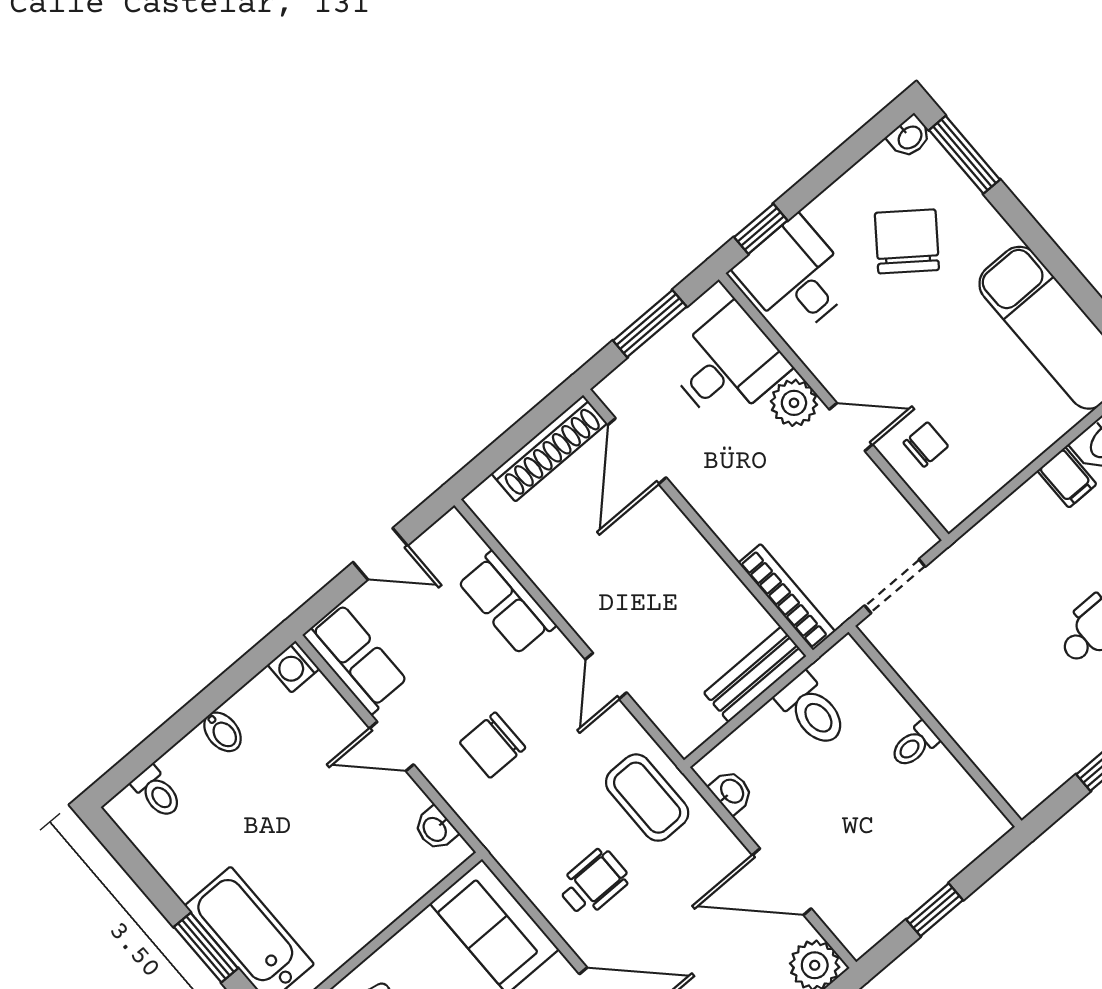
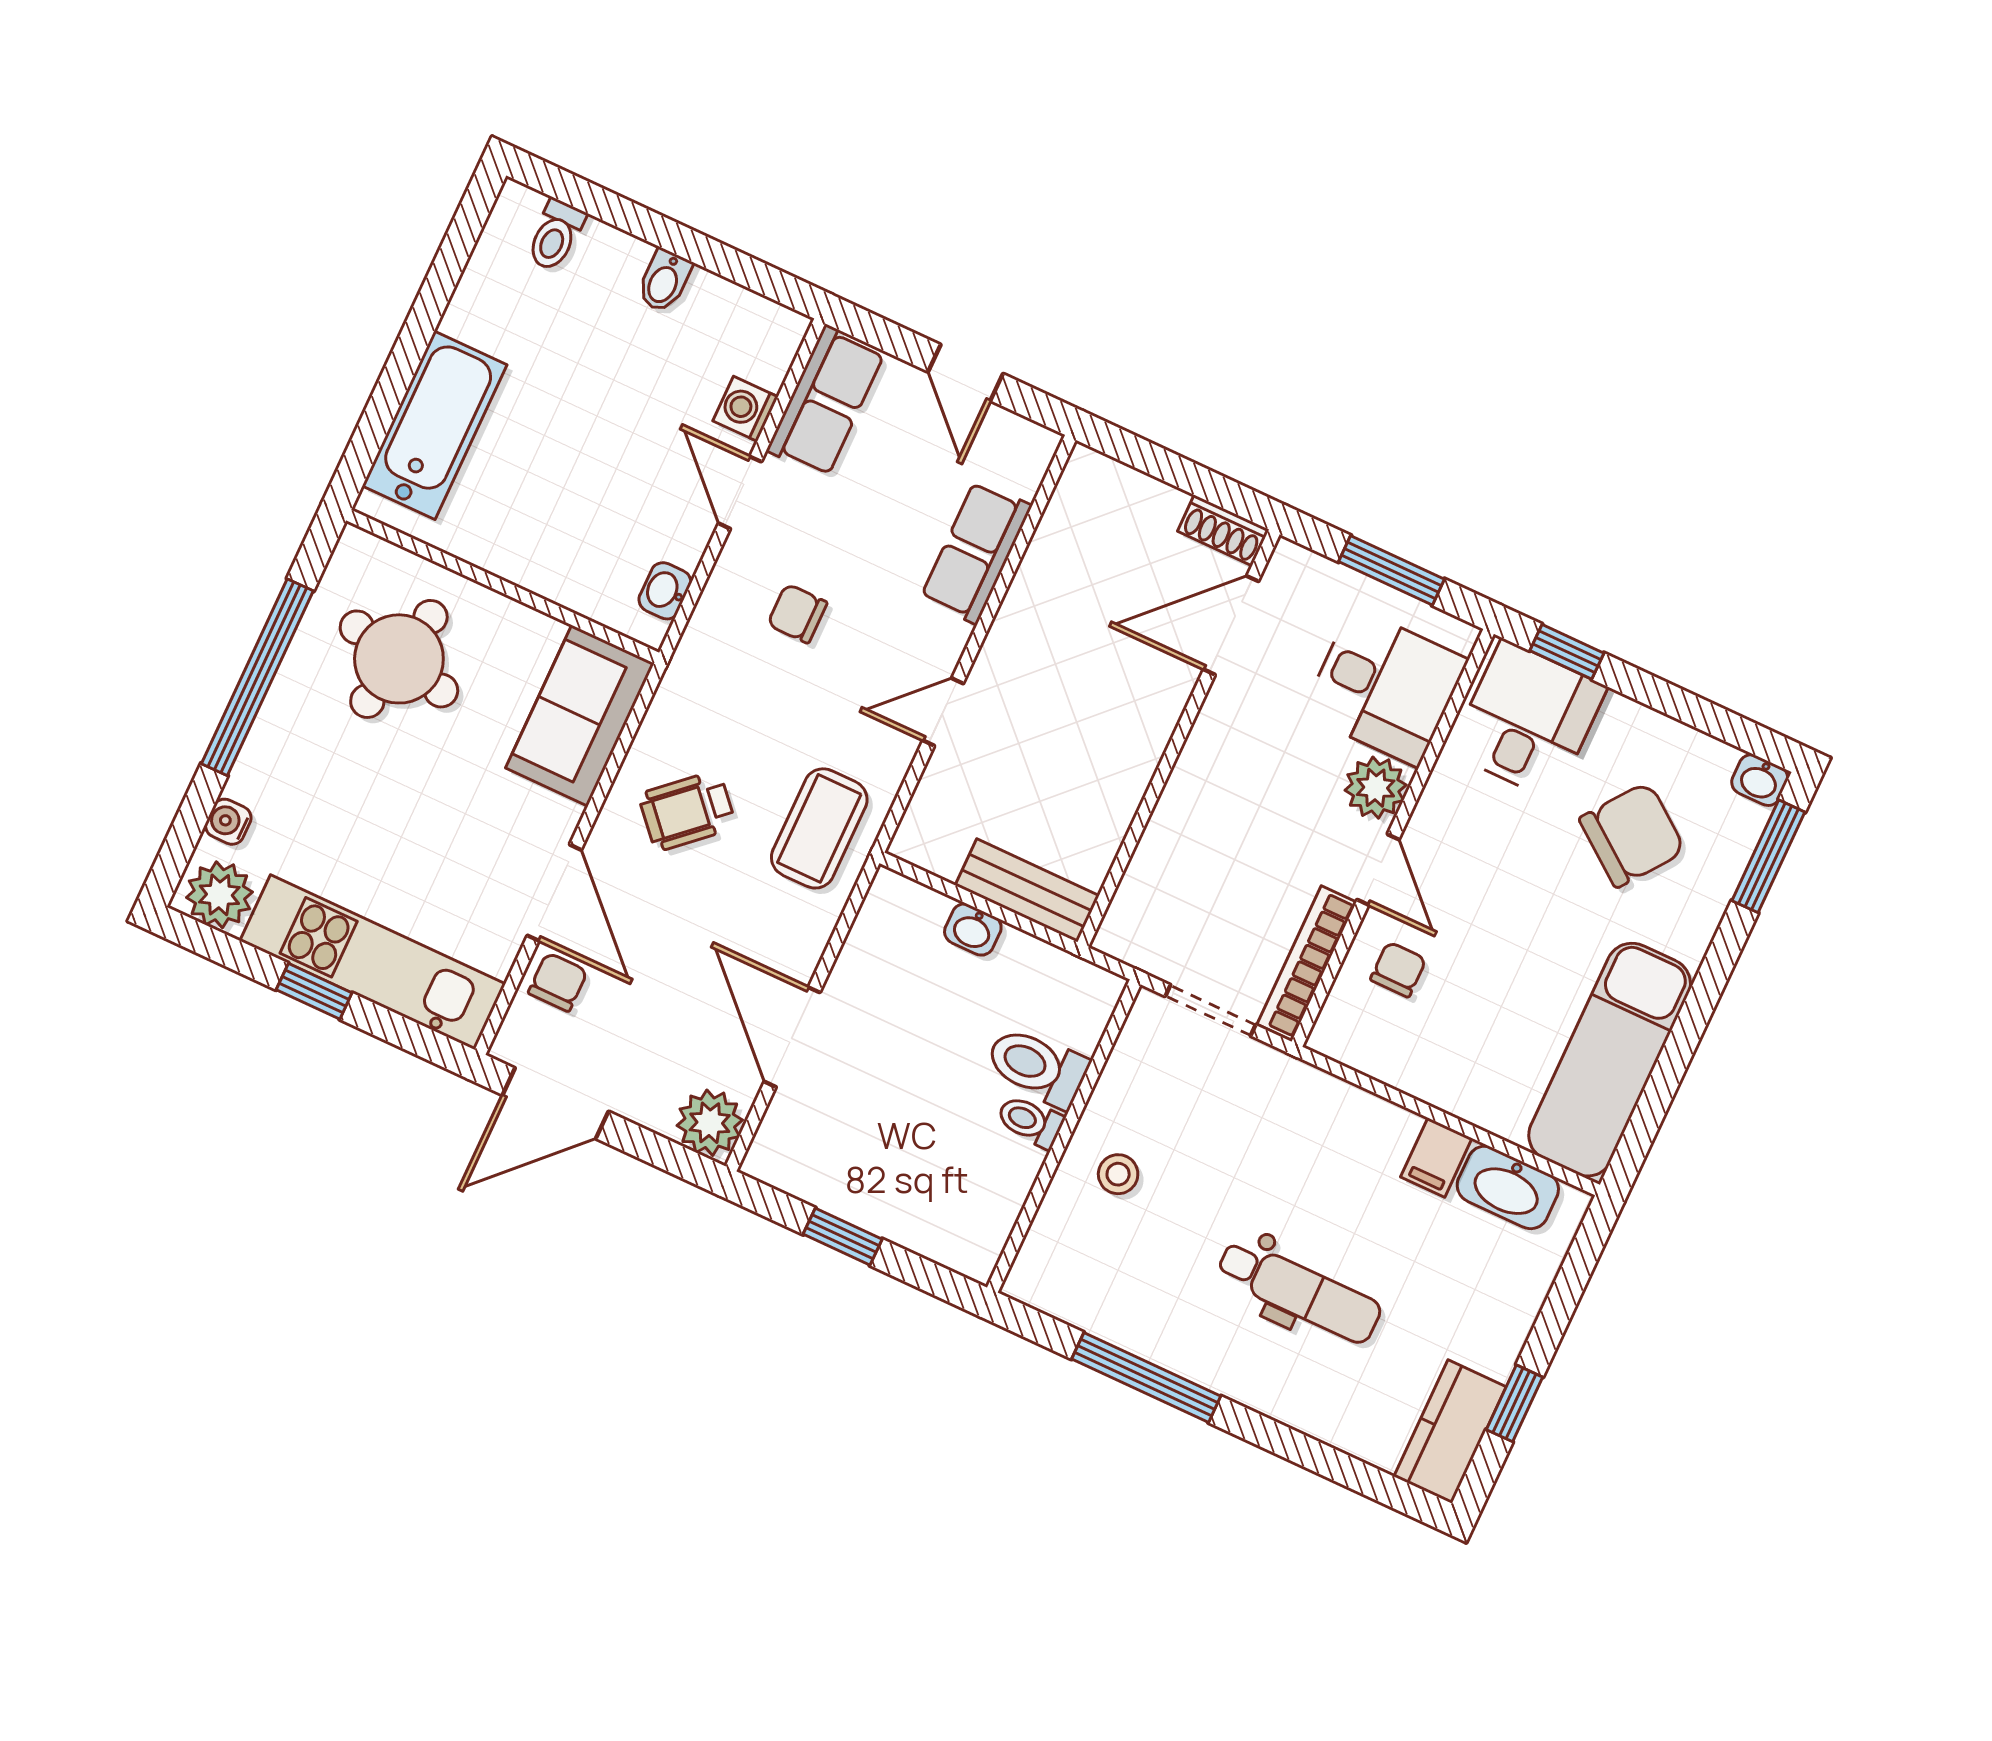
chair: (926, 444) -> (1398, 969), turned -90
shoe rack: (549, 448) -> (1223, 530), width x0.51, depth x0.81
bookcase: (787, 597) -> (1307, 963), moved, turned 180
washing machine: (293, 667) -> (745, 409), moved
stool: (978, 701) -> (1118, 1174), added
toilet: (812, 710) -> (1037, 1067), moved, turned 90
chair: (493, 745) -> (797, 614), width x0.73, depth x0.73
washbasin: (731, 792) -> (973, 929), moved, turned 90
wheelchair: (593, 883) -> (687, 811), turned 138
window: (206, 948) -> (395, 380), removed

